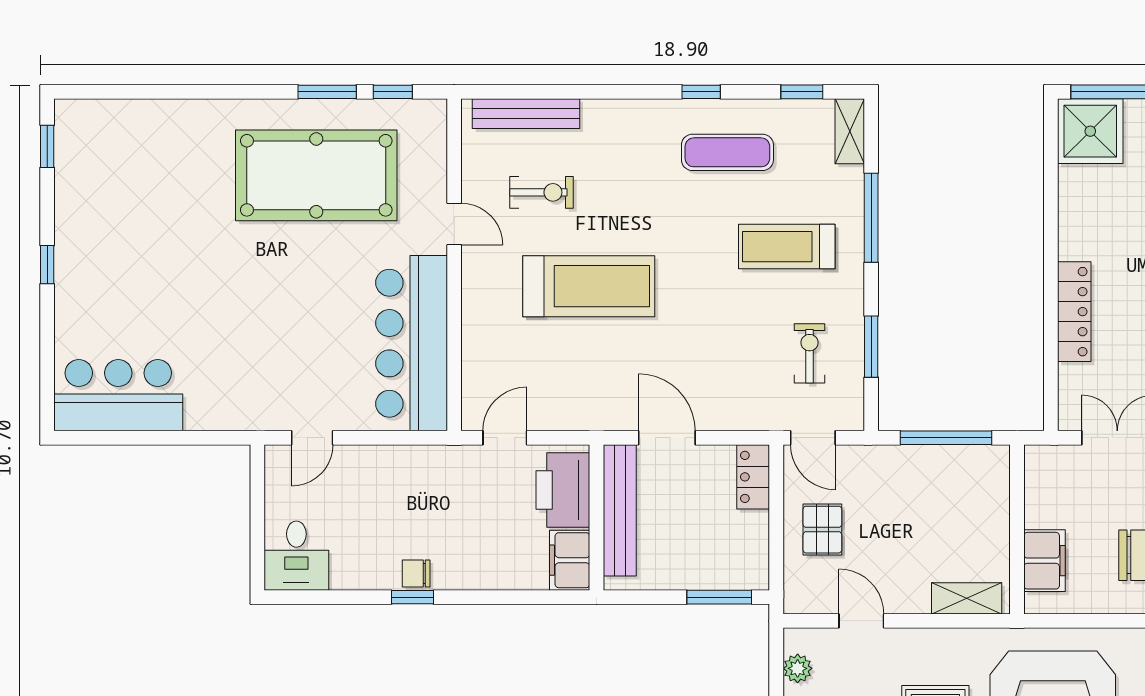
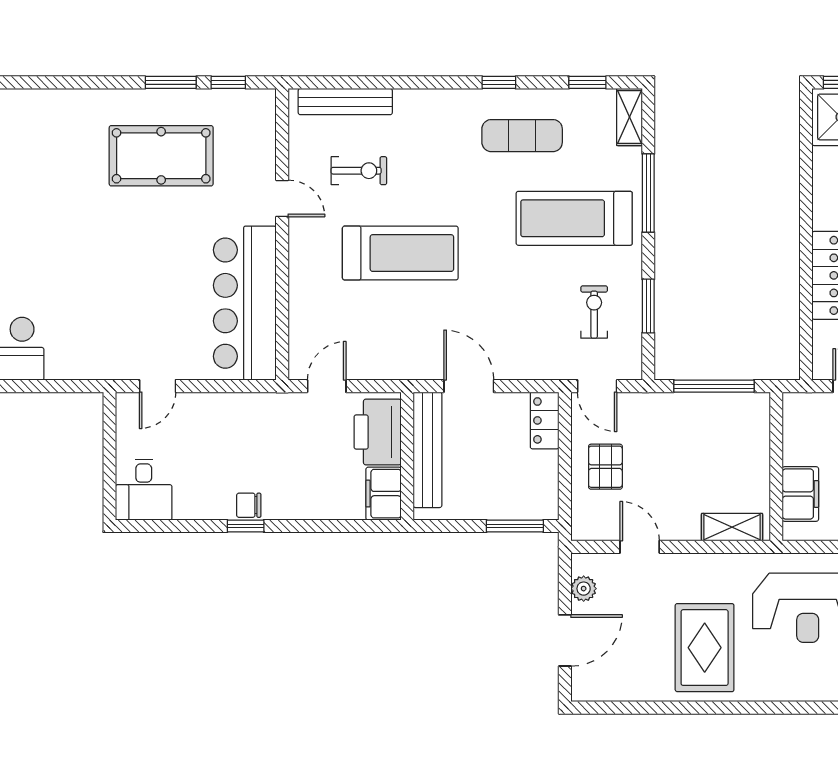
pool table: (316, 175) -> (161, 156), width x0.73, depth x0.76
treadmill: (787, 247) -> (574, 218), width x1.37, depth x1.38

